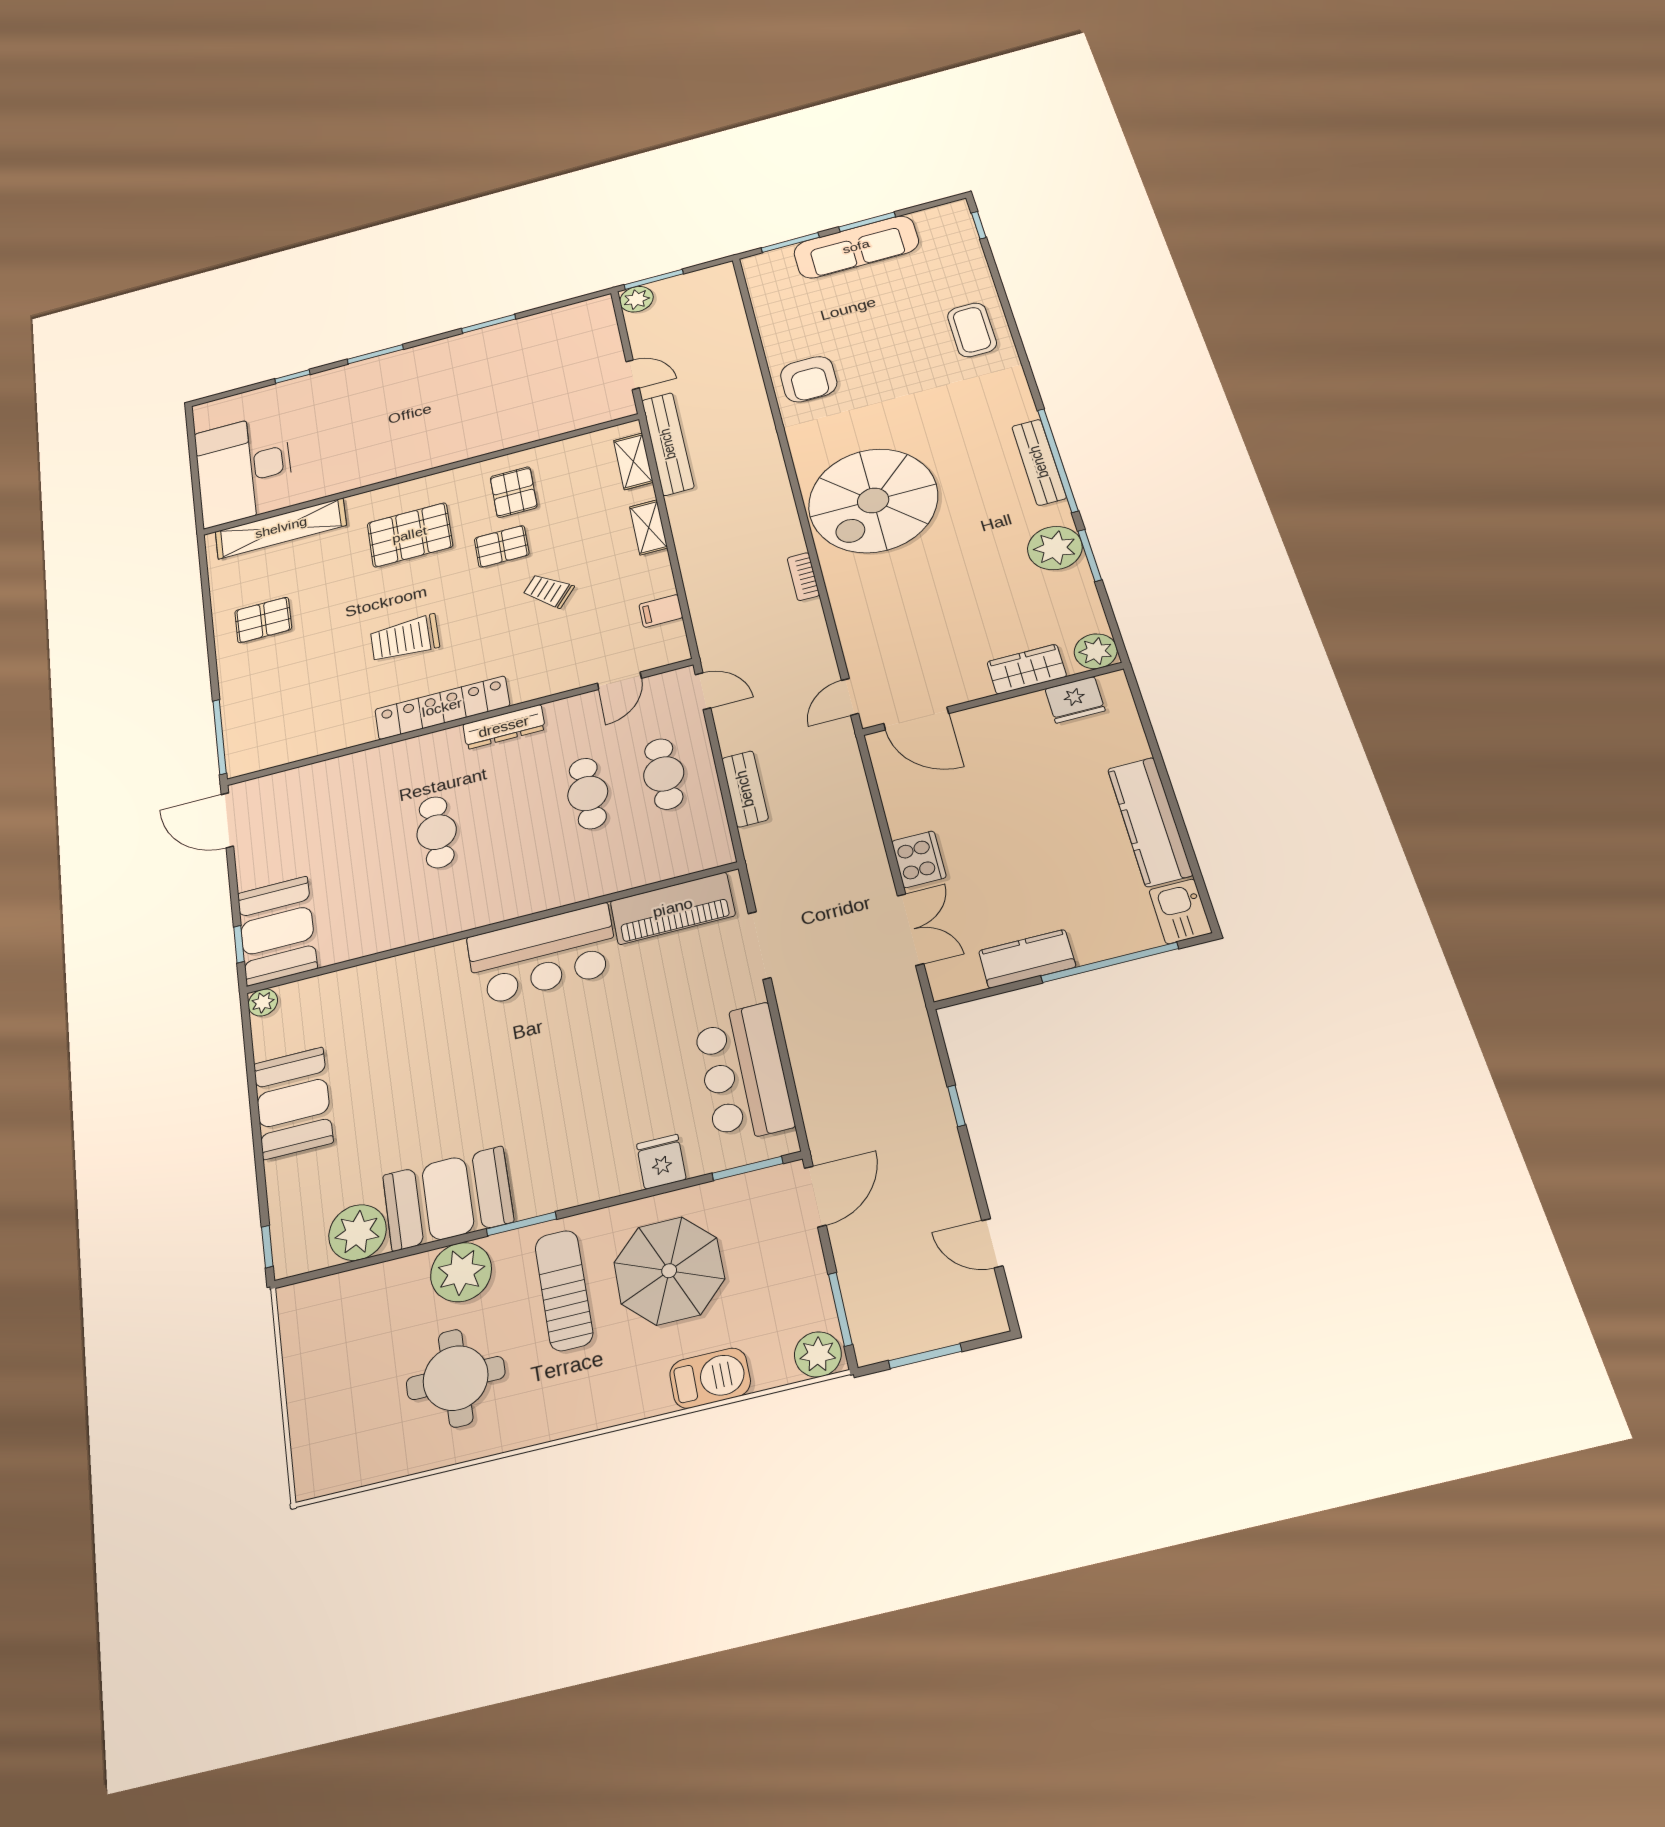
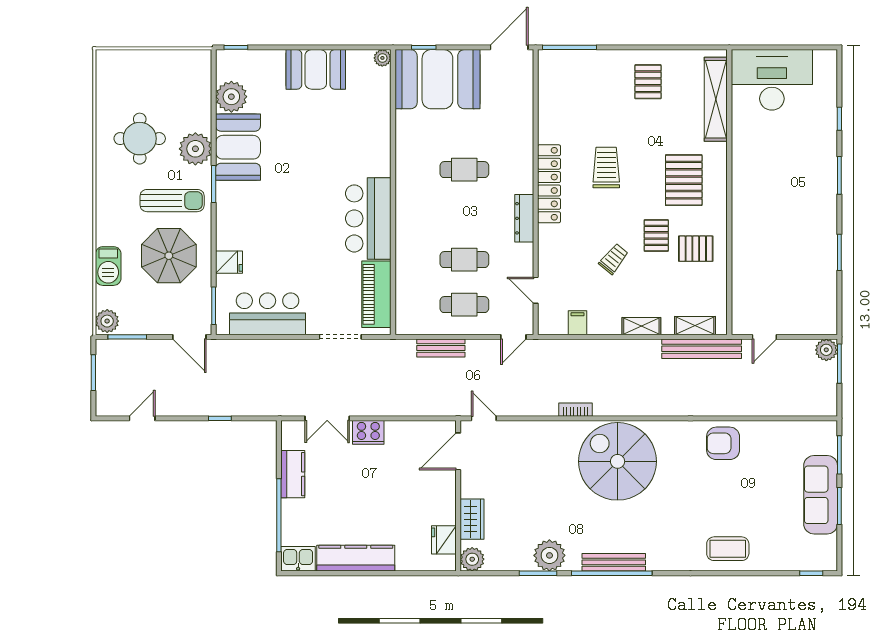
booth: (277, 931) -> (437, 79), width x1.36, depth x1.42

